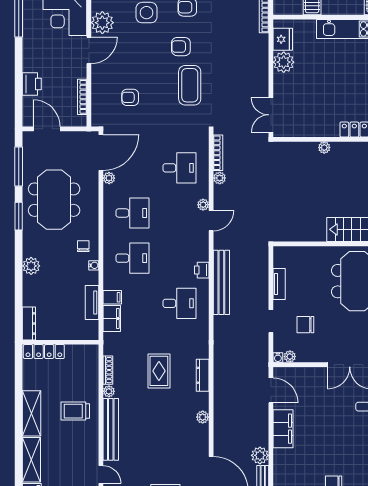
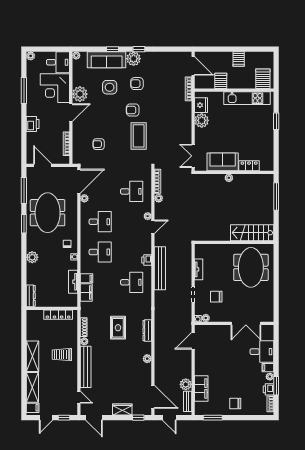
printer: (32, 84) -> (33, 124), moved
sofa: (315, 124) -> (223, 162), added
locker: (44, 351) -> (58, 315), moved
door: (271, 390) -> (193, 341), swing flipped
filing cabinet: (283, 429) -> (201, 388), moved

